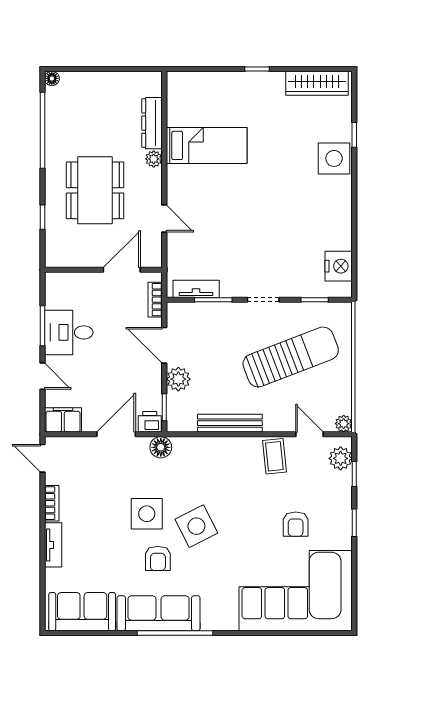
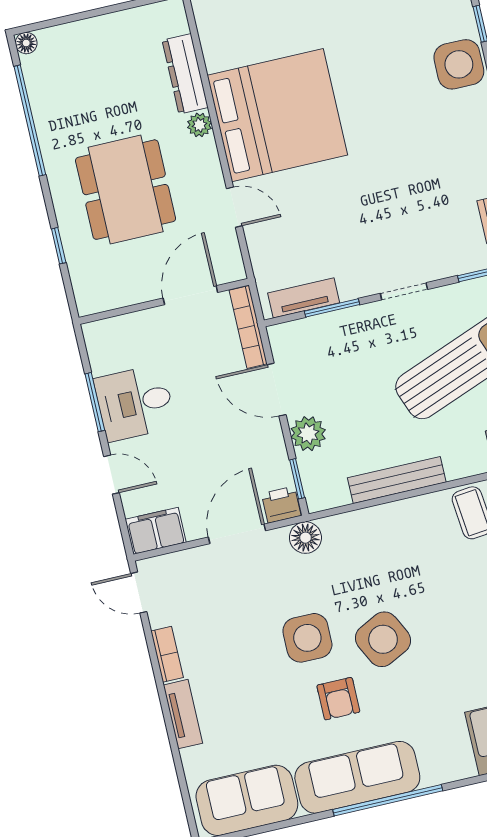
bed: (207, 145) -> (277, 115), width x2.04
bookcase: (155, 300) -> (248, 327), width x1.56

